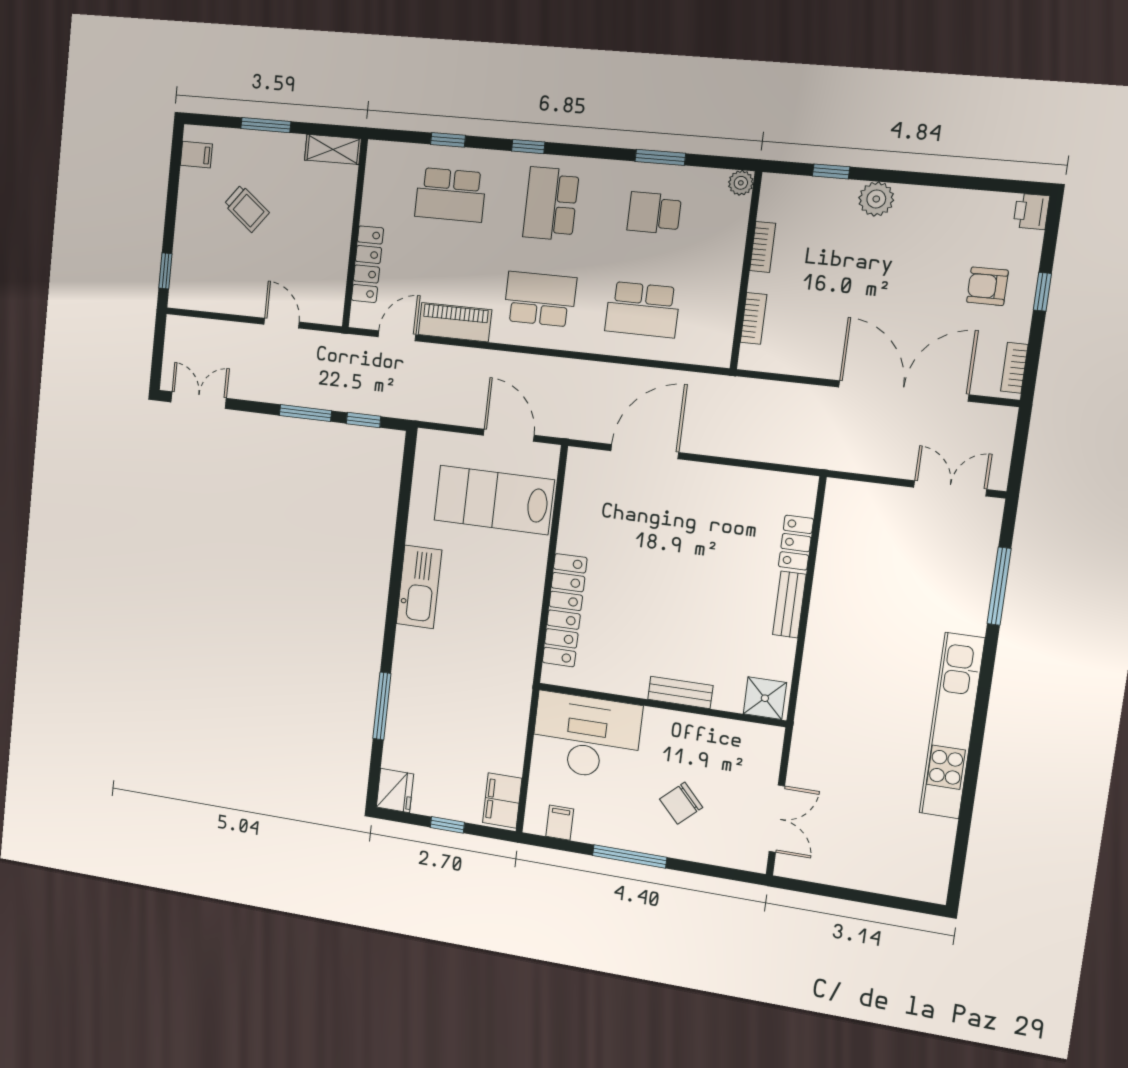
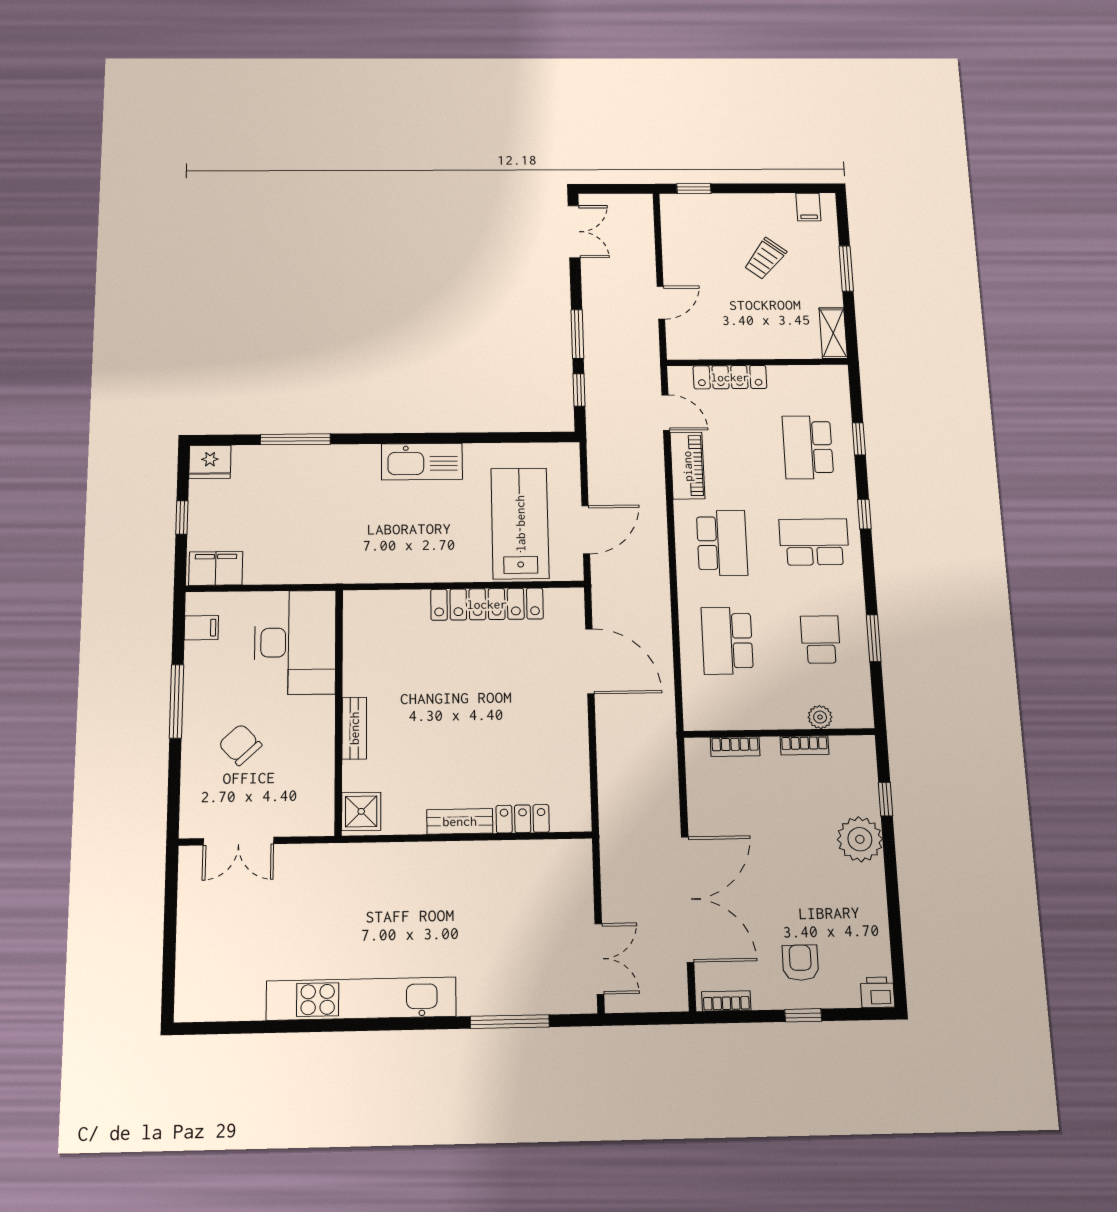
plant: (741, 183) -> (820, 717), moved
plant: (876, 199) -> (860, 839), width x1.36, depth x1.36
locker: (565, 610) -> (487, 604), moved

